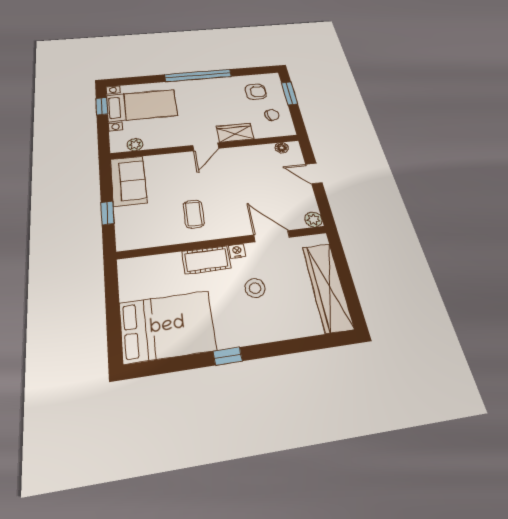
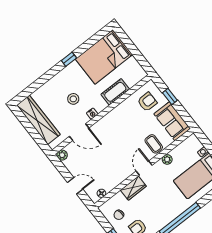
plant: (135, 145) -> (167, 159), moved
coffee table: (194, 214) -> (154, 144), moved
armchair: (145, 224) -> (147, 102), added
cot: (206, 260) -> (115, 92), moved

